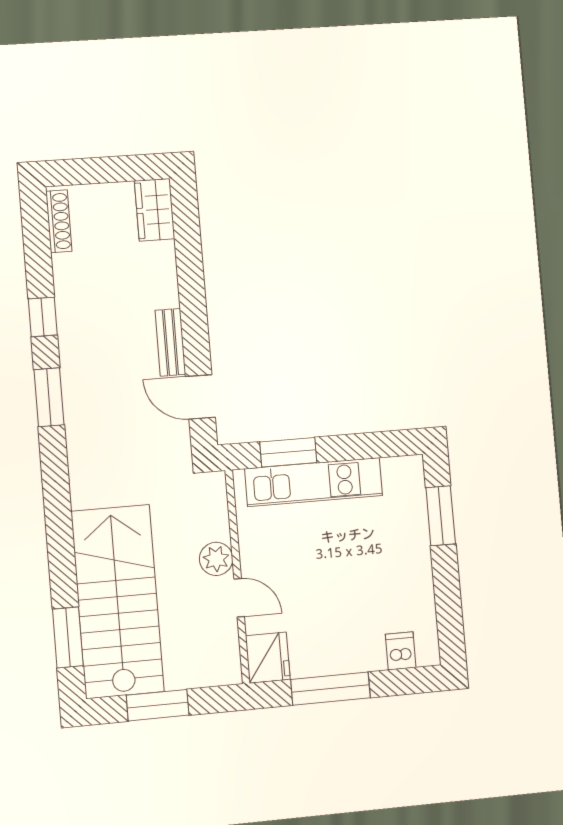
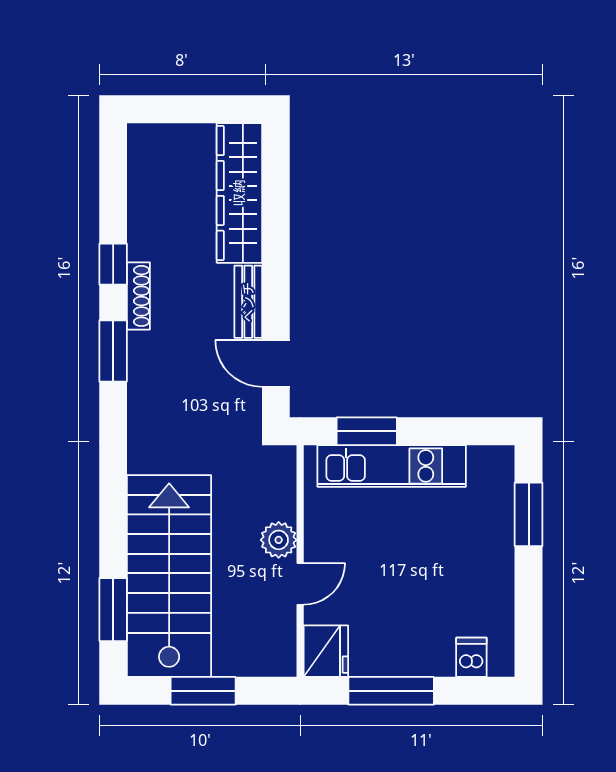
wardrobe: (155, 210) -> (239, 193), width x2.10, depth x1.17
shoe rack: (59, 221) -> (138, 296), moved
door: (239, 598) -> (300, 584), hinge flipped

